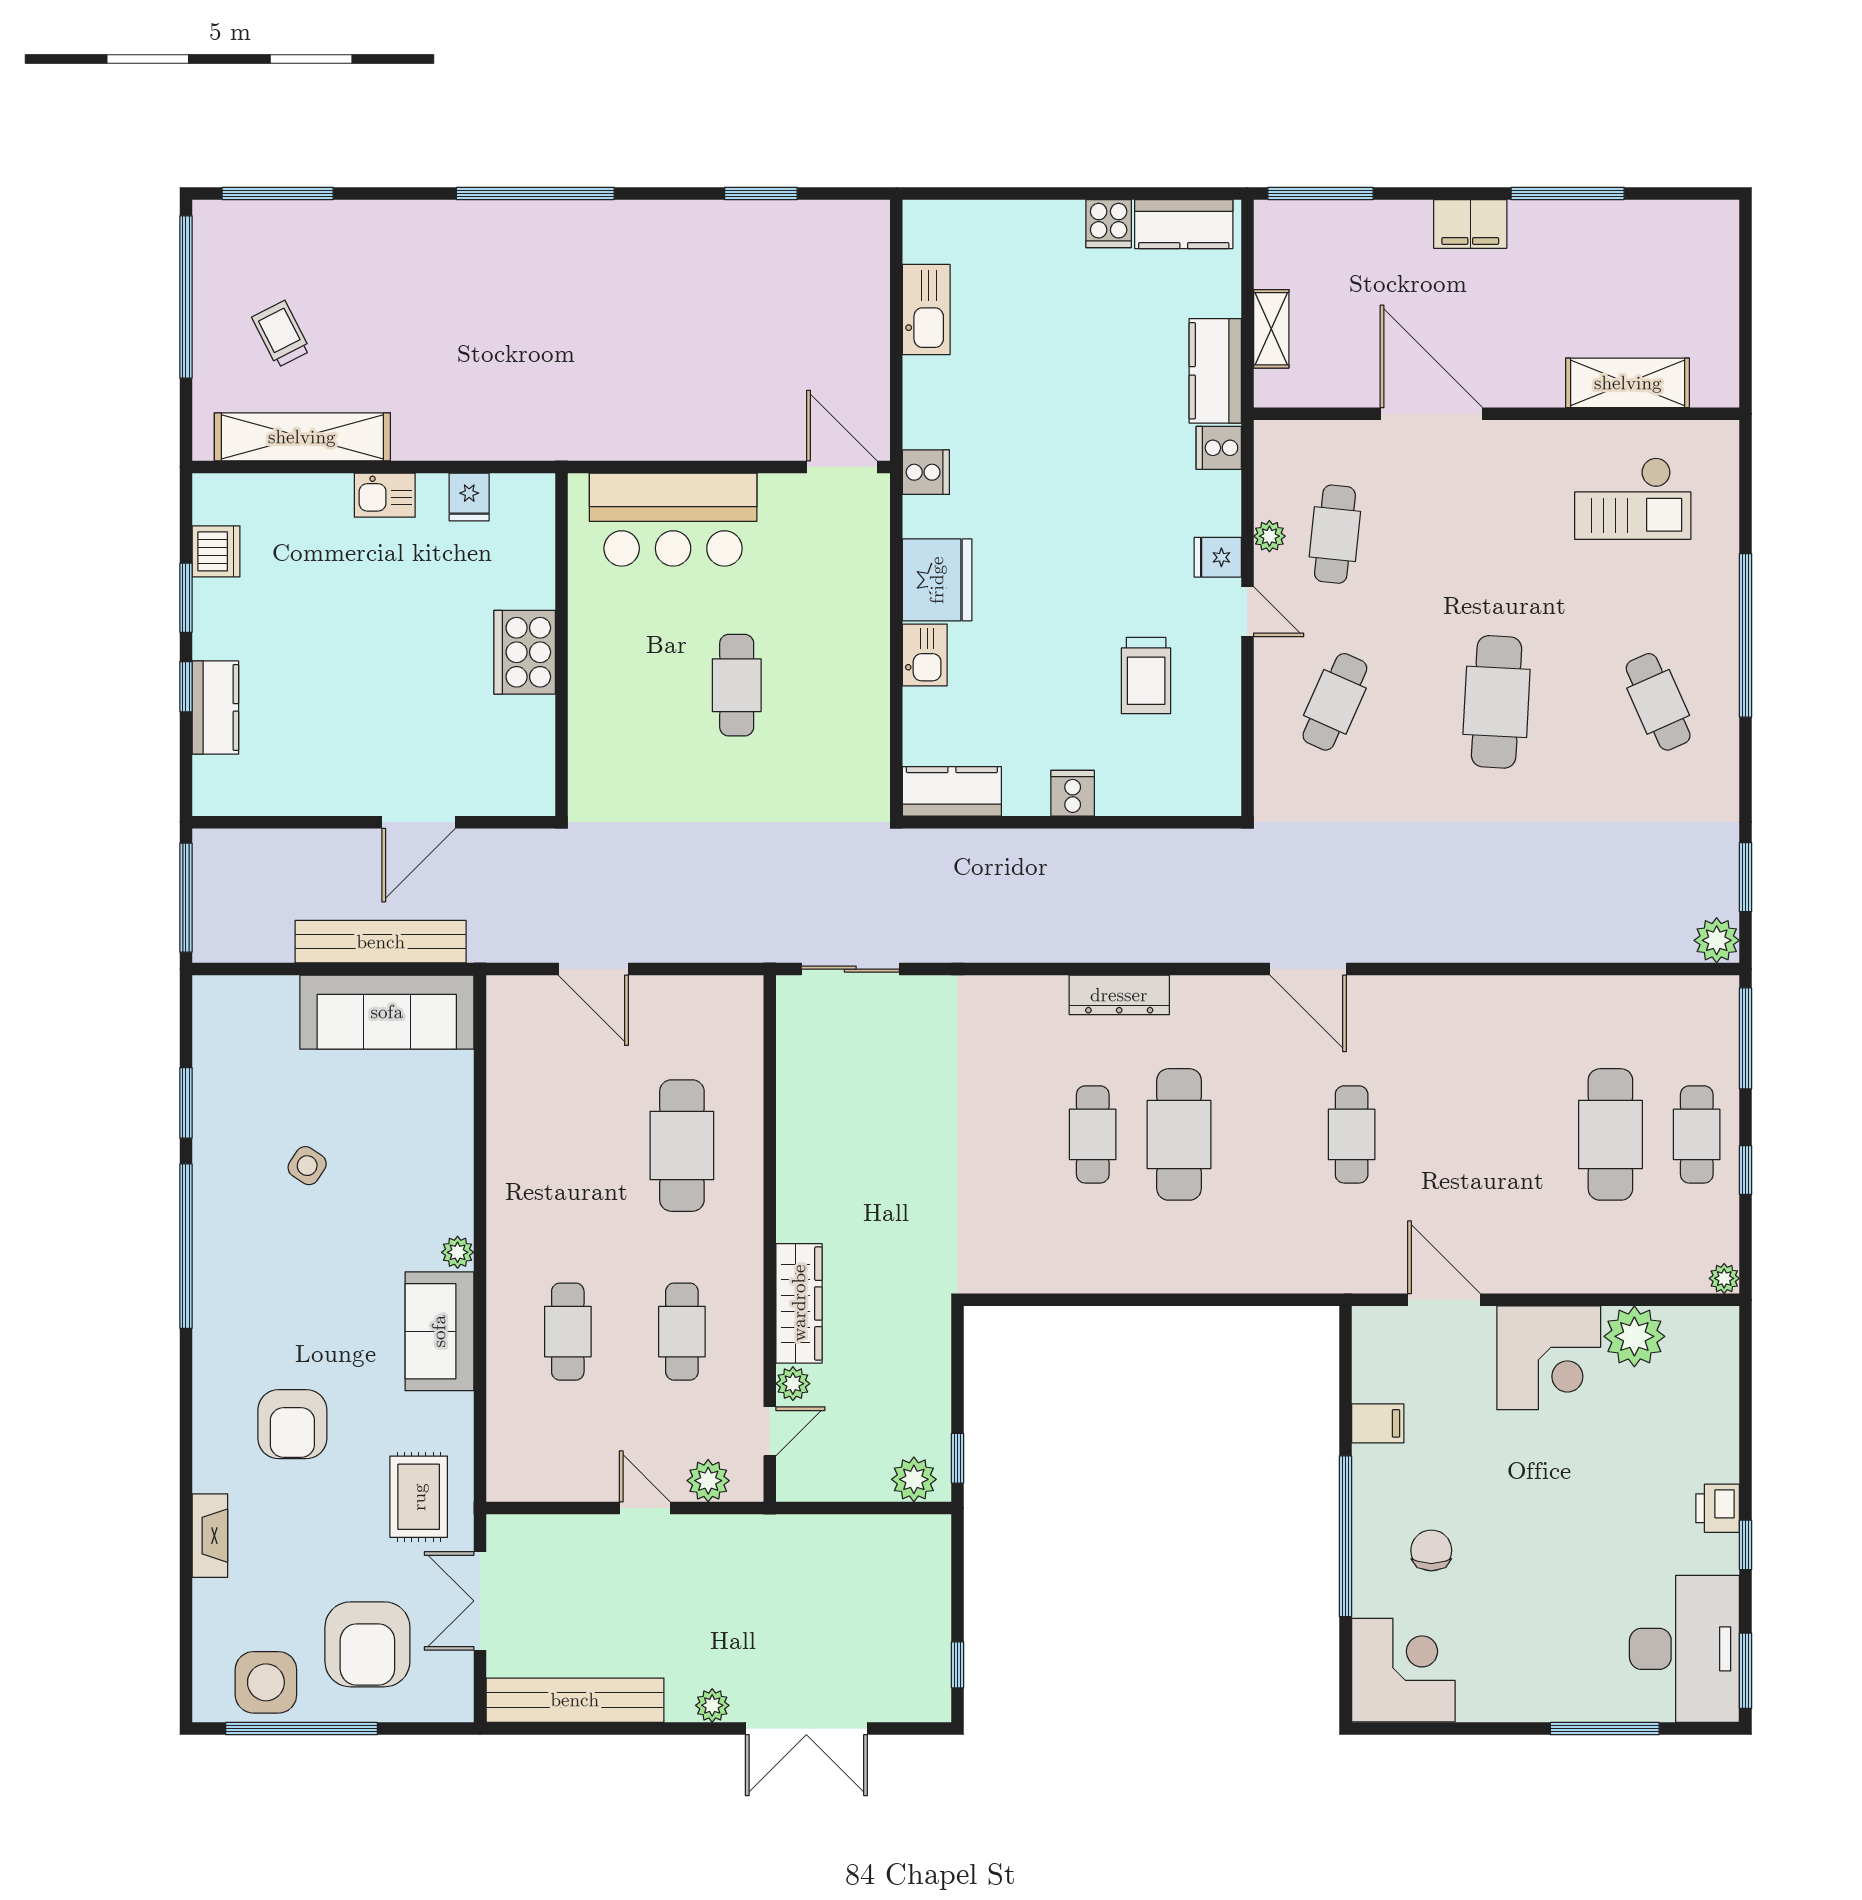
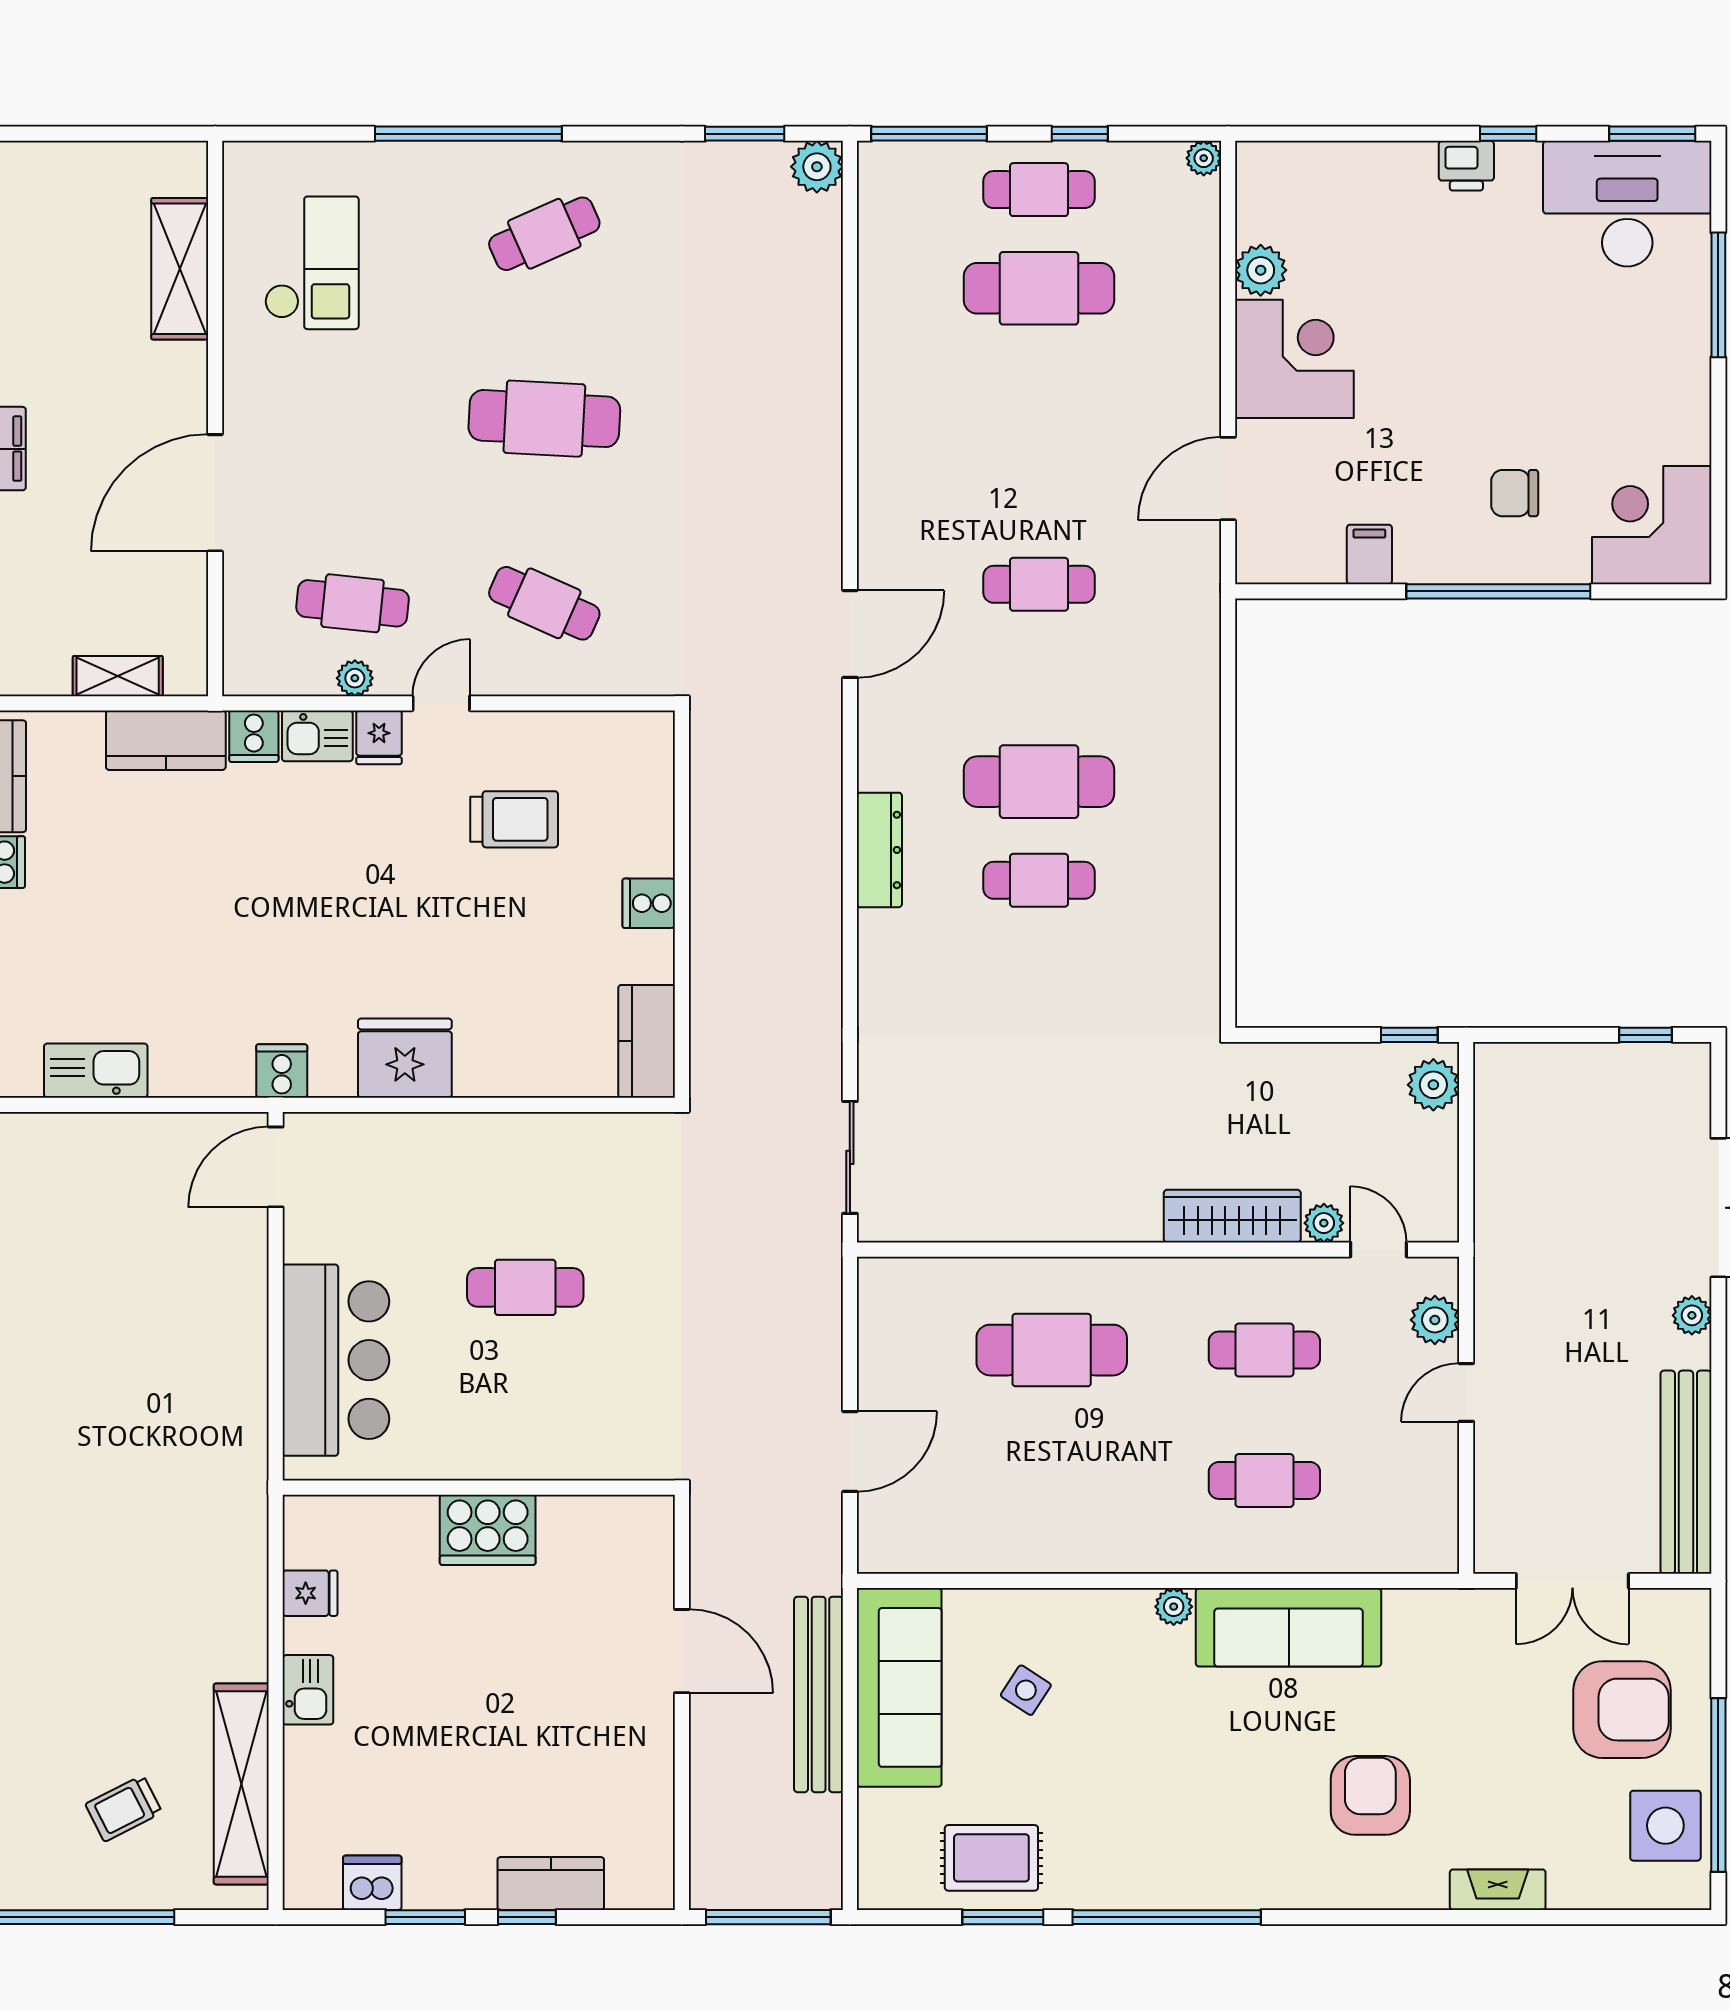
kitchen sink: (925, 655) -> (317, 736), moved, turned 180
side table: (307, 1166) -> (1026, 1690), moved
sofa: (439, 1331) -> (1289, 1627), width x1.36
plant: (1634, 1336) -> (1261, 270), width x0.73, depth x0.73
armchair: (292, 1424) -> (1370, 1795), turned -90
rug: (419, 1497) -> (991, 1858), moved

